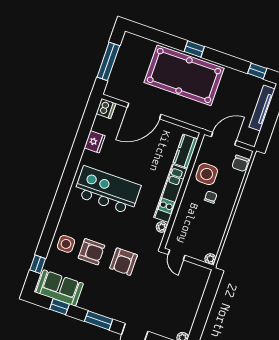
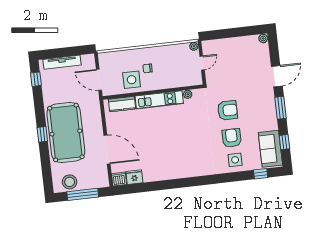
stool: (129, 54) -> (70, 182), added
fridge: (95, 142) -> (134, 177), moved
chair: (240, 163) -> (111, 58), removed
kitchen island: (107, 190) -> (180, 148), removed
door: (177, 255) -> (202, 63), moved

